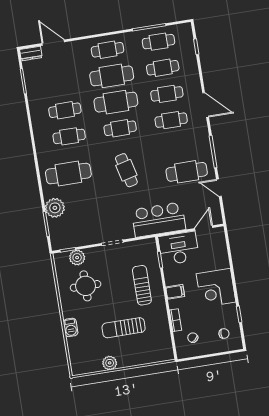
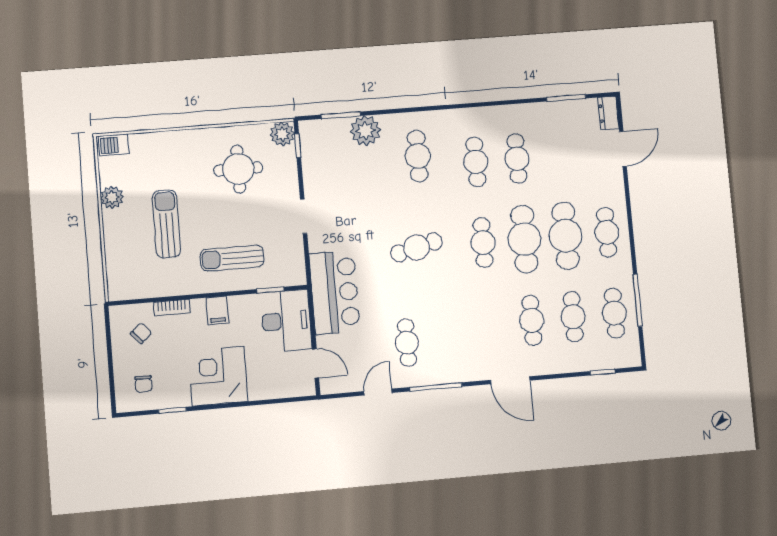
door: (206, 105) -> (510, 380), hinge flipped
cafe table: (171, 120) -> (490, 324), removed
cafe table: (187, 172) -> (407, 343), width x0.73, depth x0.74
cafe table: (68, 174) -> (418, 156), width x0.73, depth x0.74
plant: (77, 258) -> (282, 134), moved
sun lounger: (142, 285) -> (232, 258), turned 180
barbecue: (71, 327) -> (114, 145), moved

